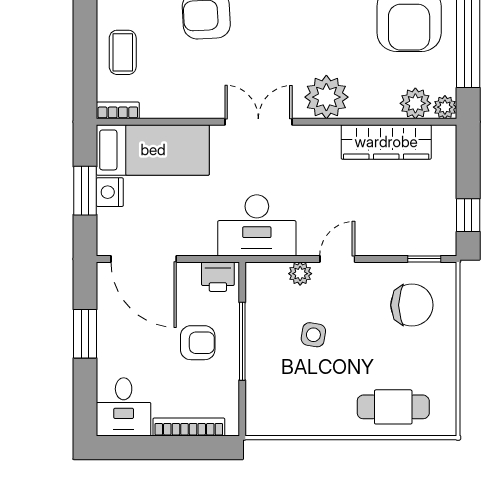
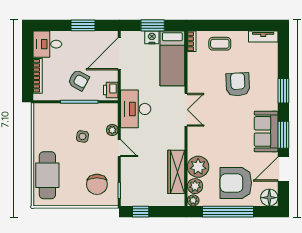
plant: (326, 97) -> (198, 167), moved
armchair: (198, 343) -> (79, 80), turned -61
cafe table: (393, 407) -> (47, 175), width x1.37, depth x1.35

